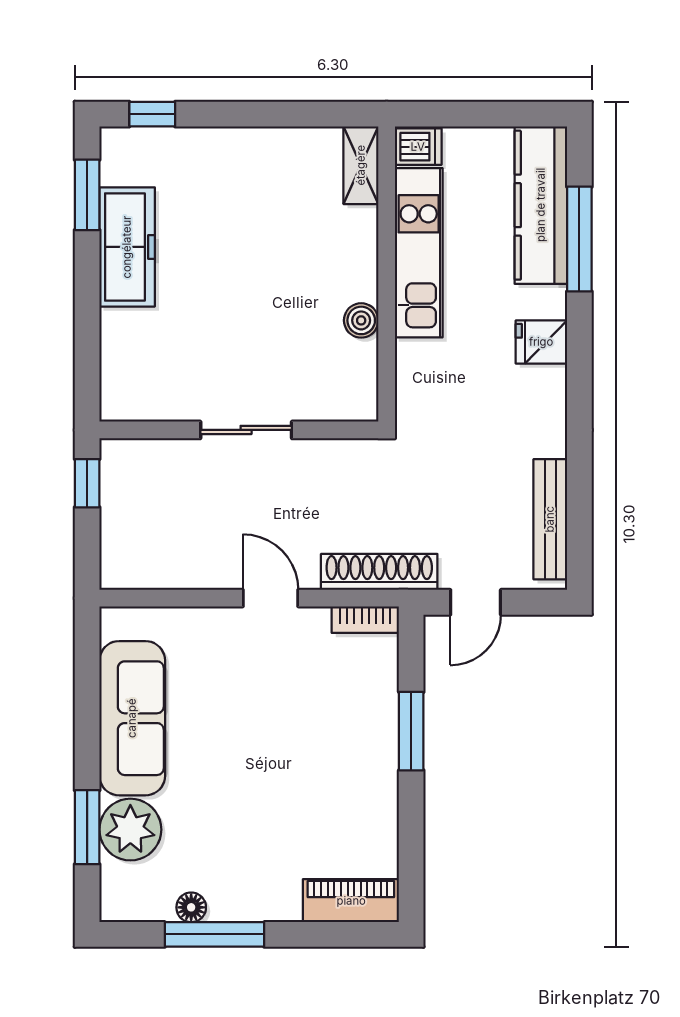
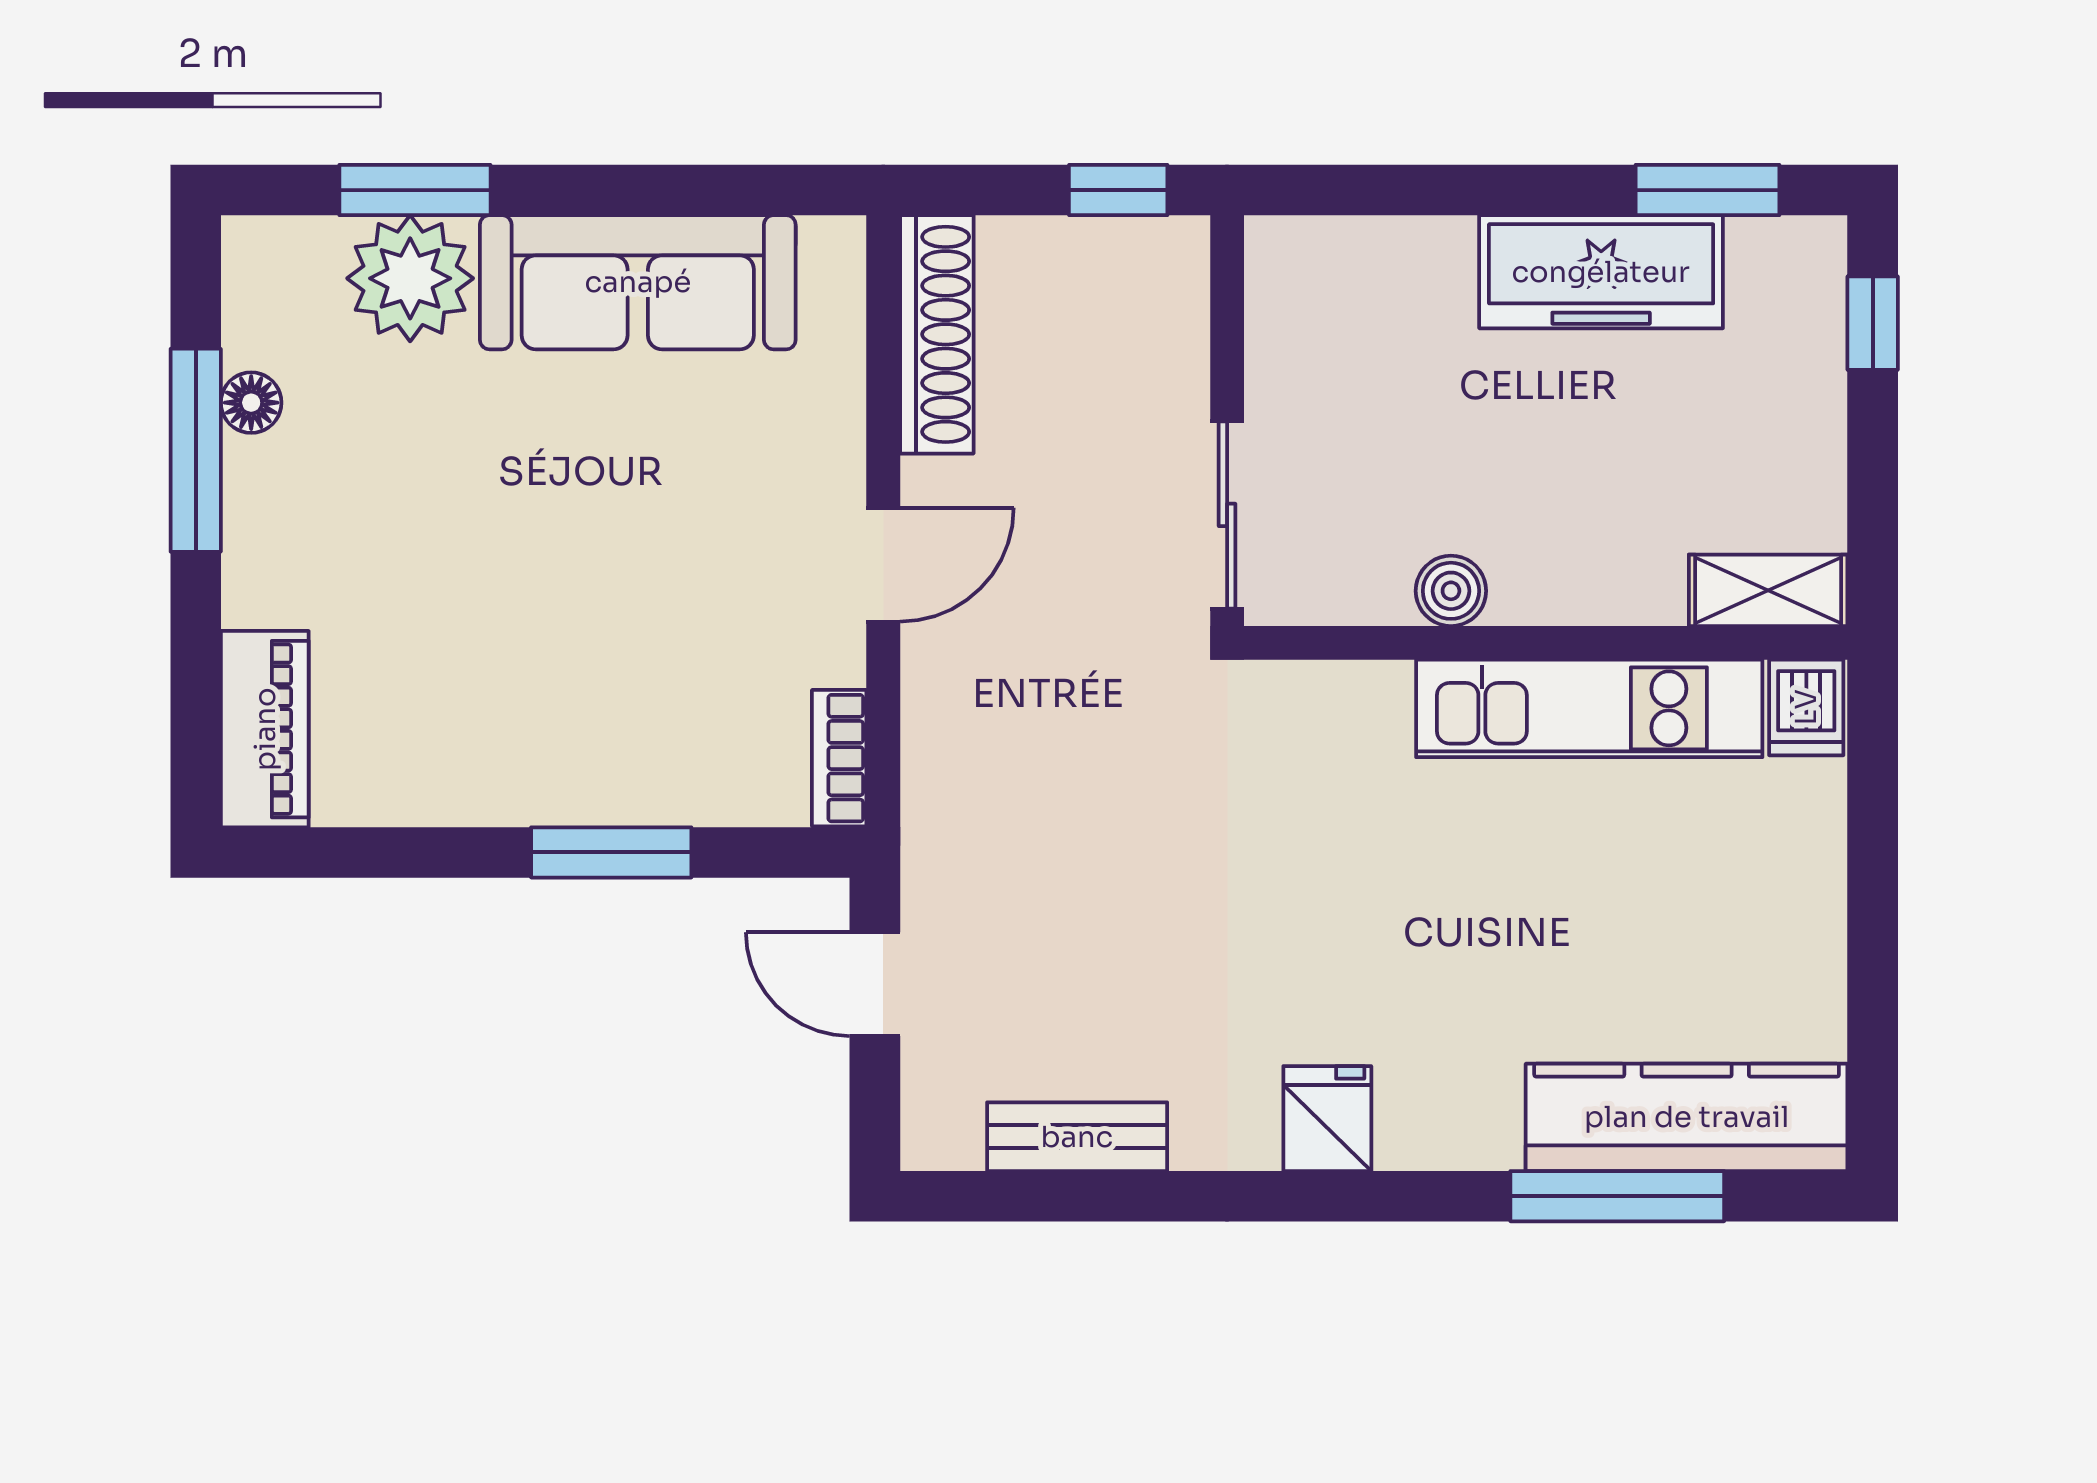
dishwasher: (418, 147) -> (1806, 707), moved
shelving: (361, 165) -> (1768, 590), moved
kitchen unit: (419, 253) -> (1589, 708), moved
wall: (387, 274) -> (1546, 643), moved
boiler: (361, 320) -> (1451, 591), moved
fridge: (541, 342) -> (1327, 1119), moved
bench: (550, 519) -> (1077, 1137), width x0.73
shoe rack: (379, 572) -> (937, 334), moved

